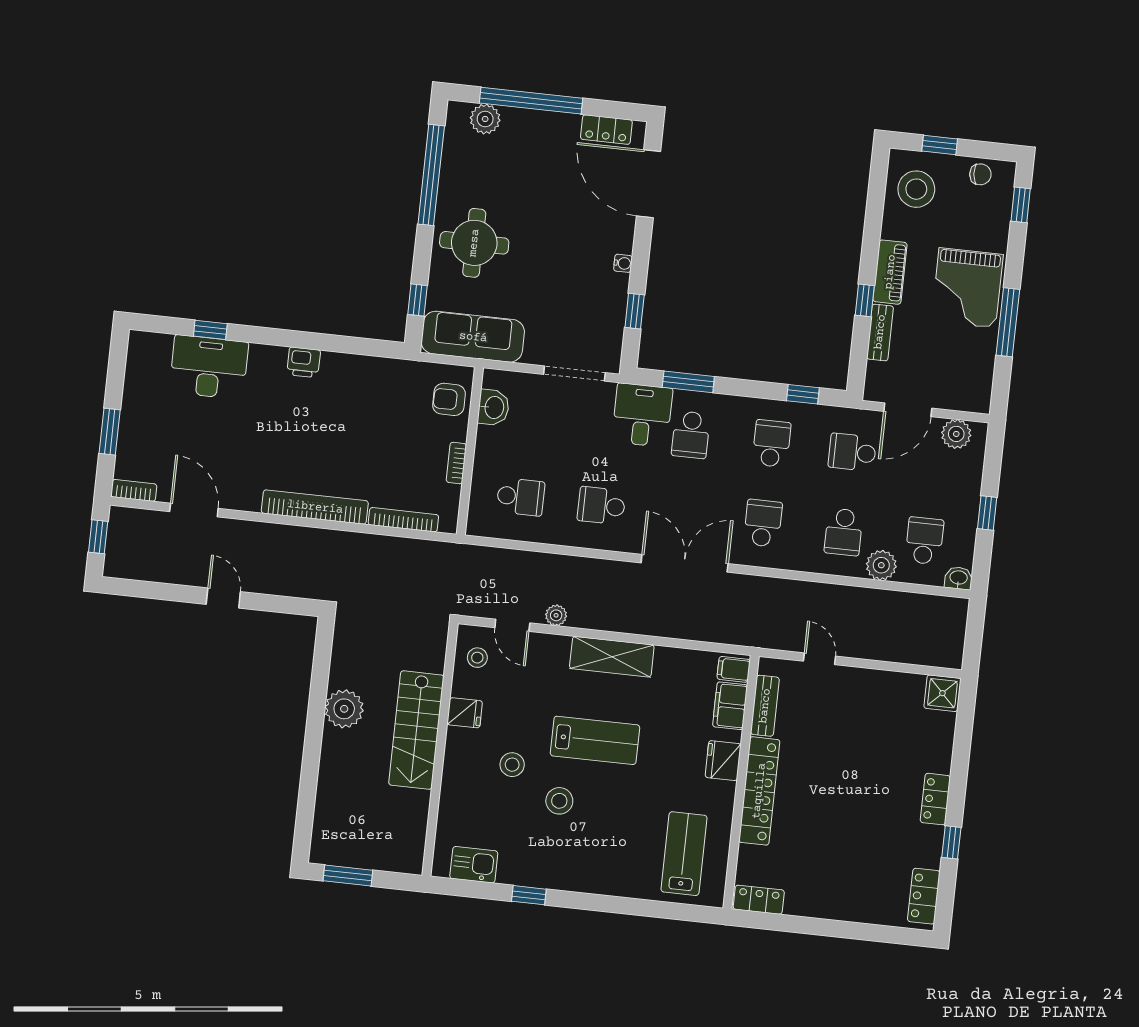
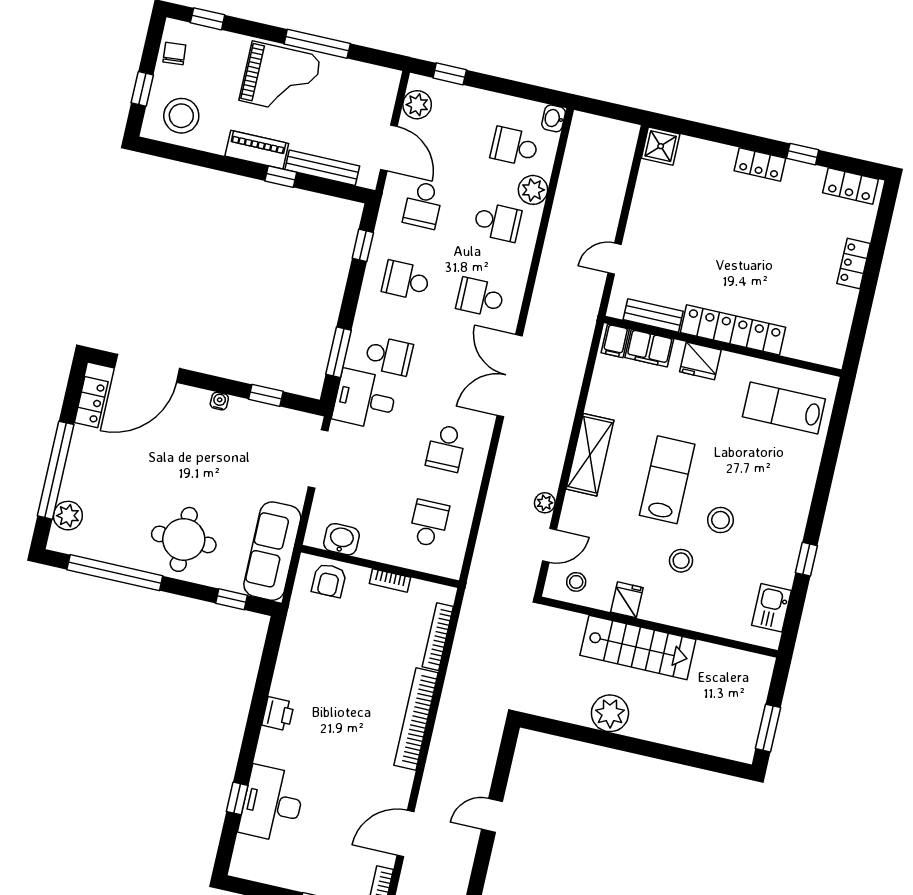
bench: (880, 332) -> (322, 168), width x1.36
window: (987, 513) -> (450, 74), moved
locker: (759, 900) -> (854, 263), moved

